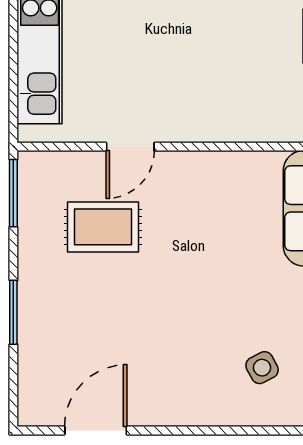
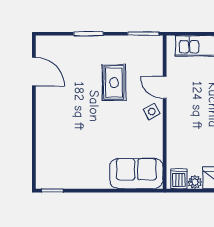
rug: (103, 227) -> (114, 83), moved
side table: (262, 368) -> (152, 112), moved

